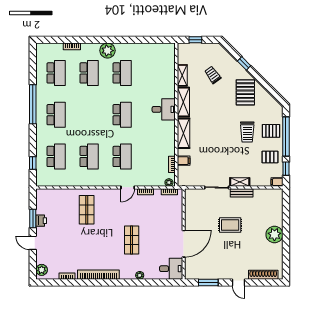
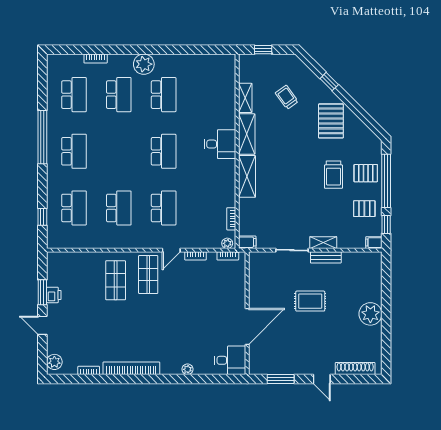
filing cabinet: (184, 161) -> (247, 242), moved
shop shelf: (132, 240) -> (148, 275), moved

